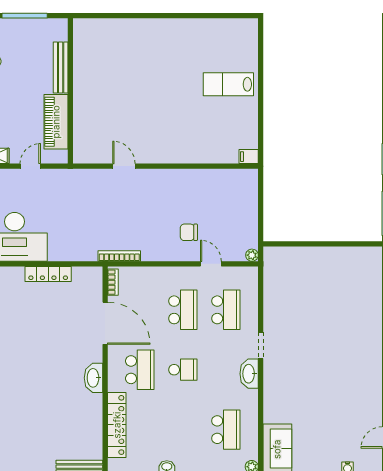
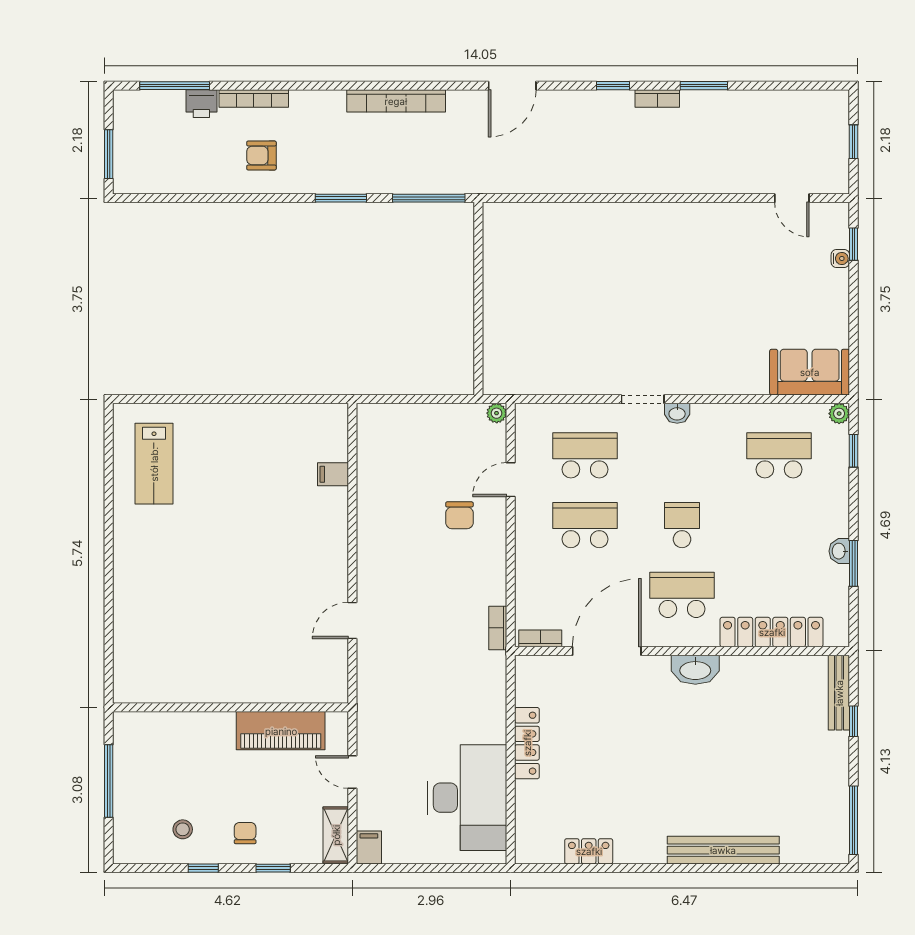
bench: (61, 67) -> (193, 723), removed
lab bench: (228, 84) -> (154, 464), moved
filing cabinet: (249, 157) -> (333, 474), moved, turned 90
bookcase: (119, 256) -> (498, 628), width x0.64
washbasin: (249, 374) -> (677, 413), width x0.52, depth x0.69

